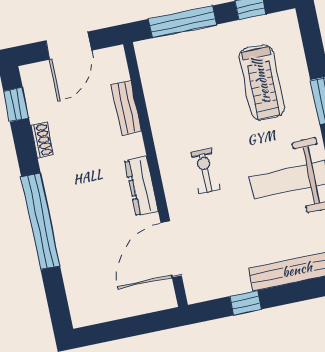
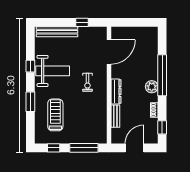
dresser: (141, 186) -> (116, 91), moved
plant: (59, 191) -> (152, 87), added

